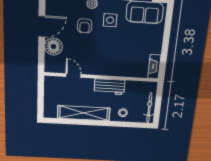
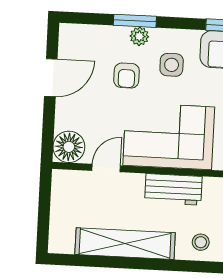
floor lamp: (53, 47) -> (69, 147), moved
corner sofa: (108, 59) -> (169, 136), added
door: (73, 75) -> (106, 168), hinge flipped

